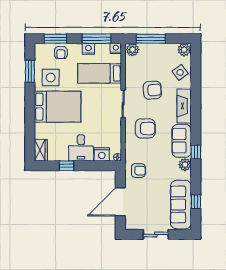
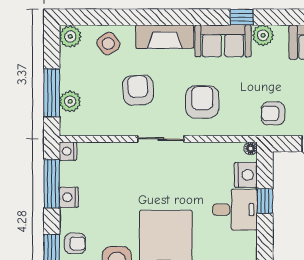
plant: (133, 50) -> (70, 101), moved
bed: (100, 73) -> (110, 178), removed
window: (66, 166) -> (265, 201), moved
armchair: (138, 171) -> (273, 113), turned -90

